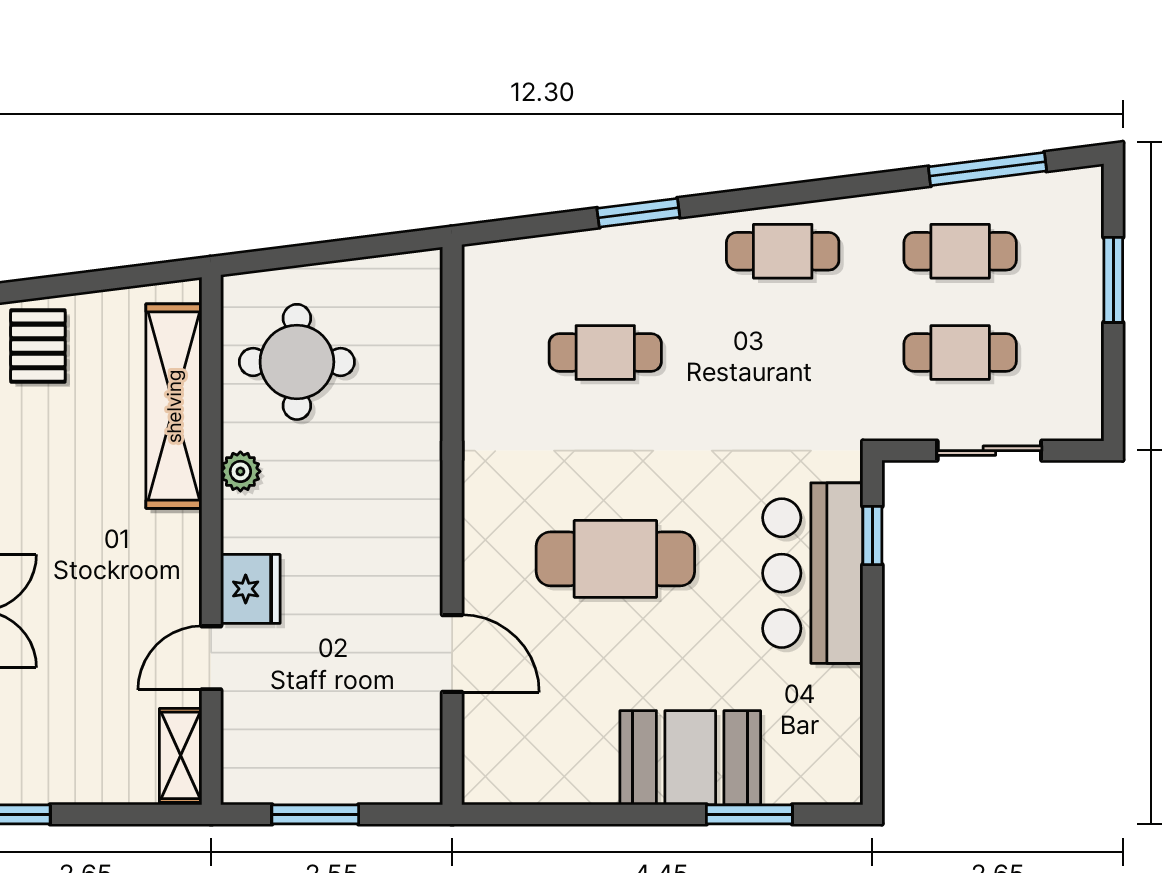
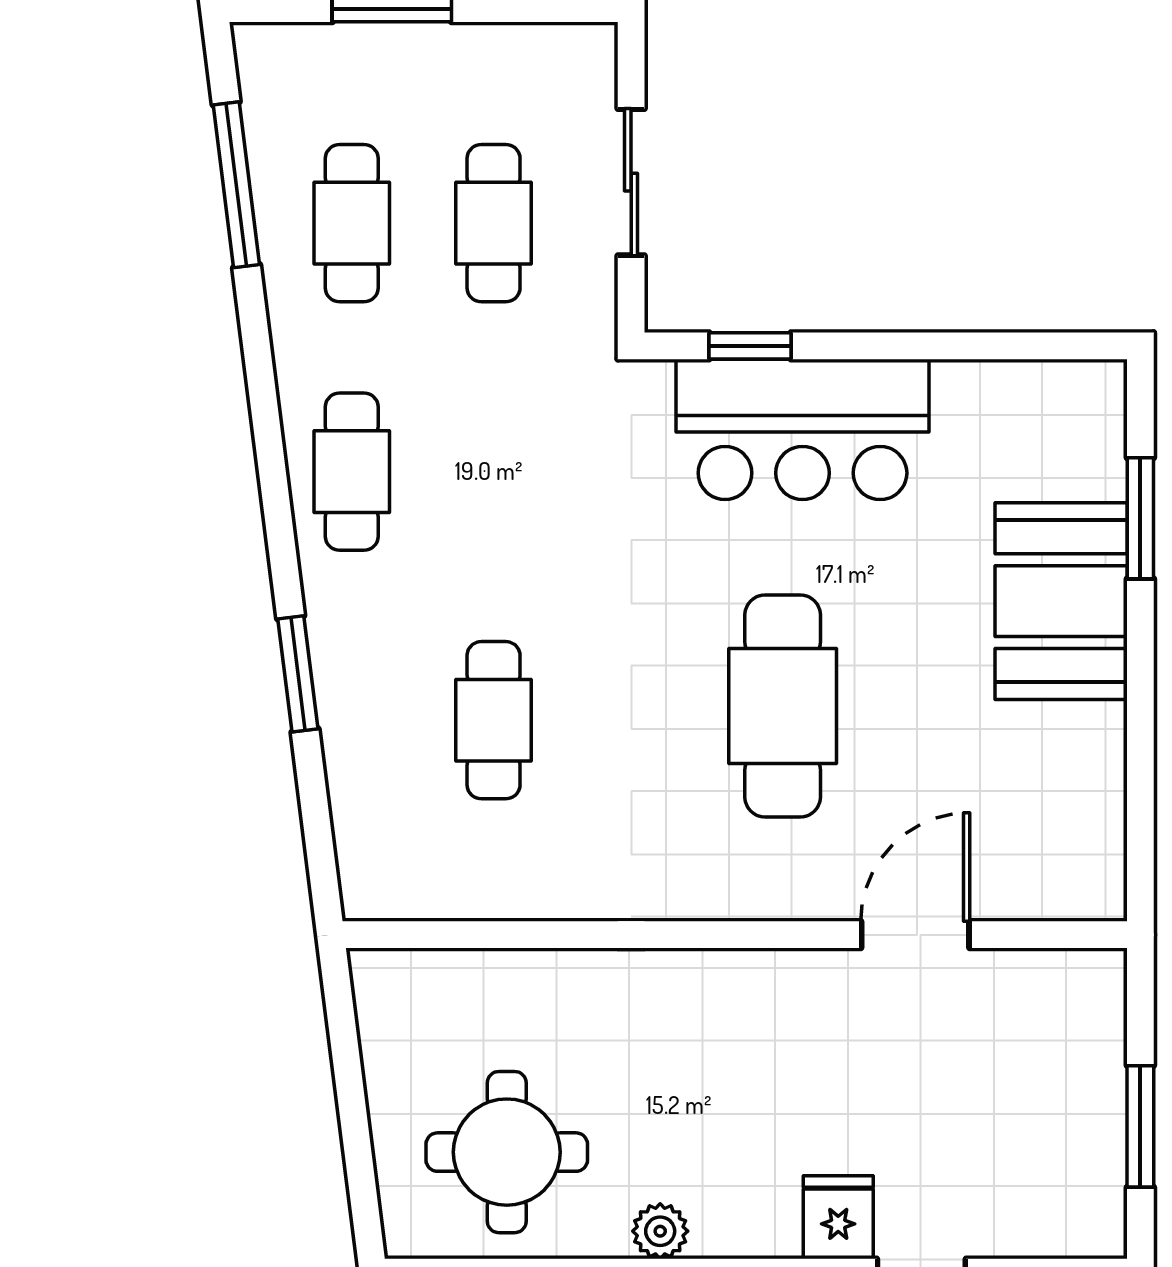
fridge: (250, 589) -> (838, 1217), width x0.72

